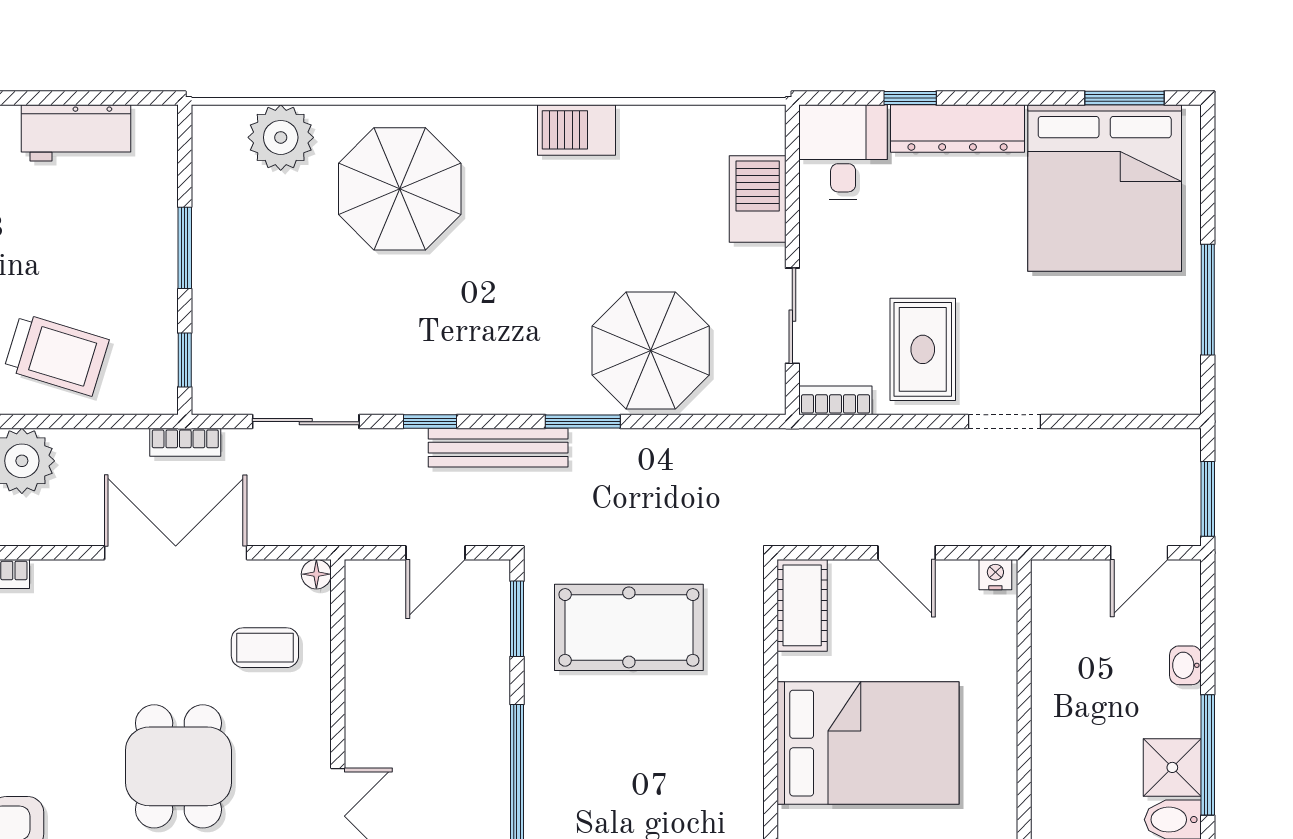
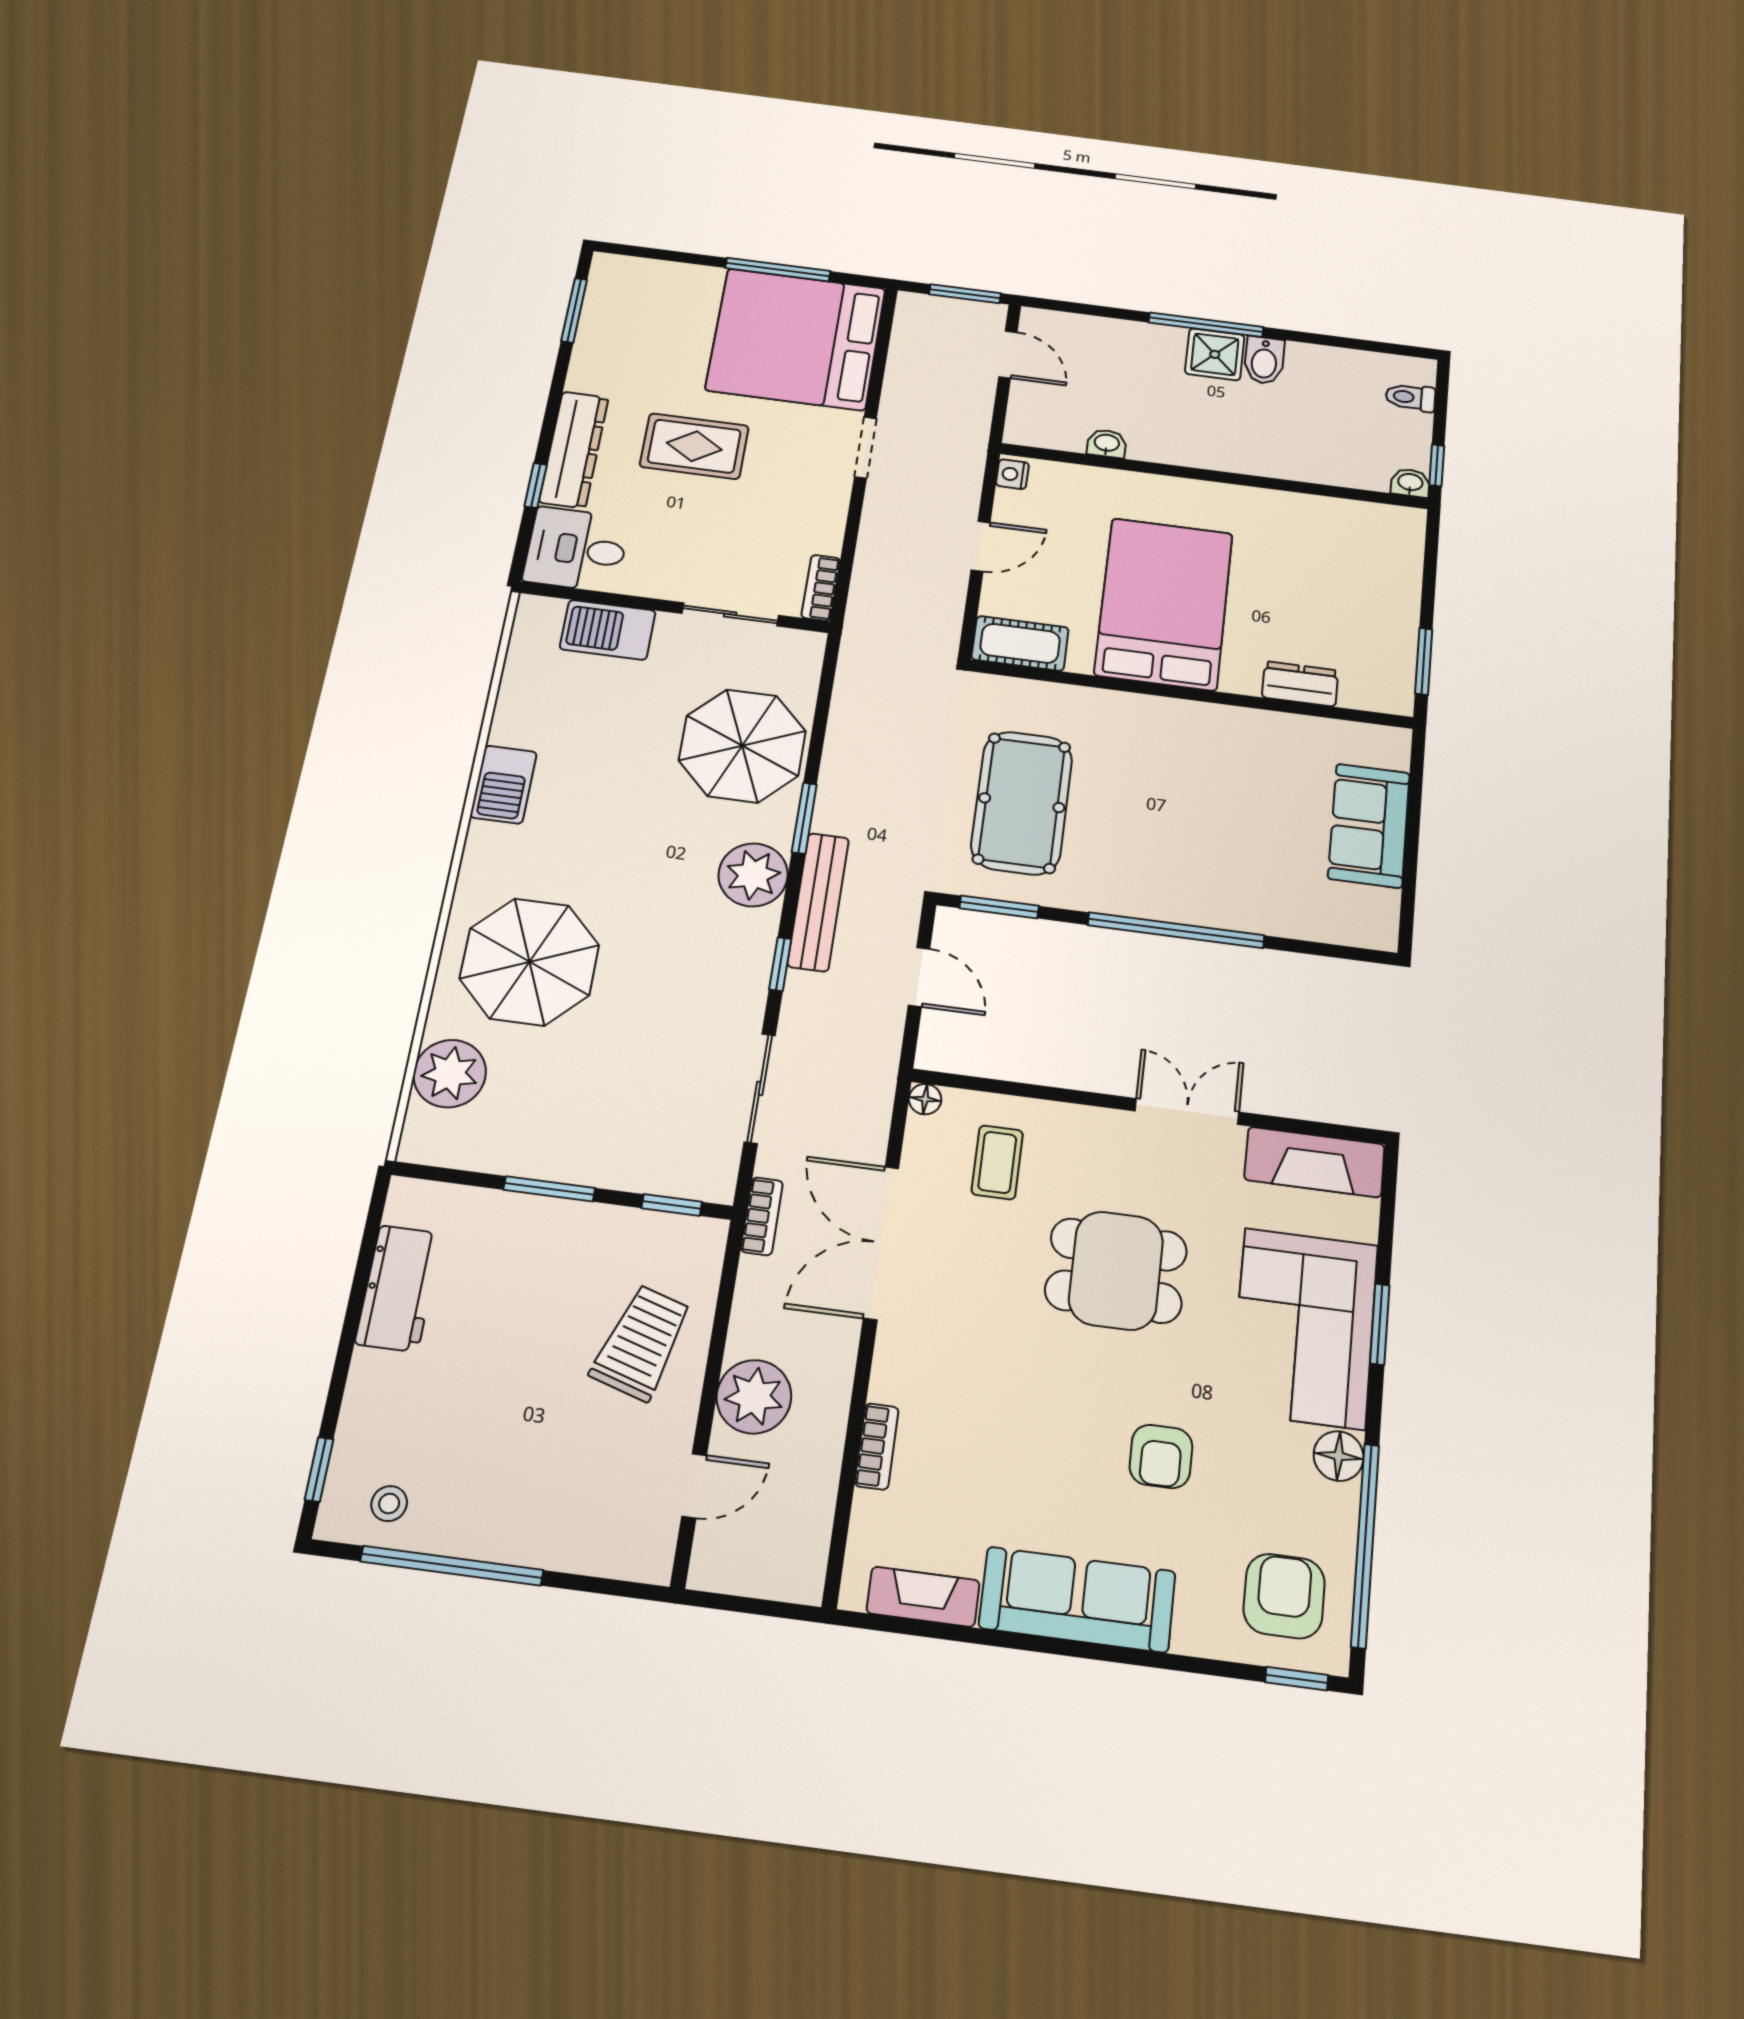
bed: (1105, 188) -> (796, 339), moved, turned 180
rug: (923, 349) -> (694, 446), moved
plant: (517, 382) -> (753, 875), added
washbasin: (1185, 665) -> (1107, 444), moved, turned 180

